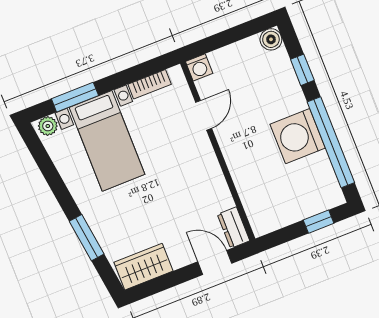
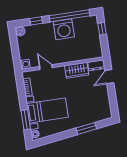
wardrobe: (143, 267) -> (77, 70), moved, turned -90

